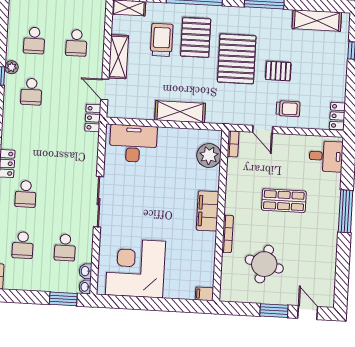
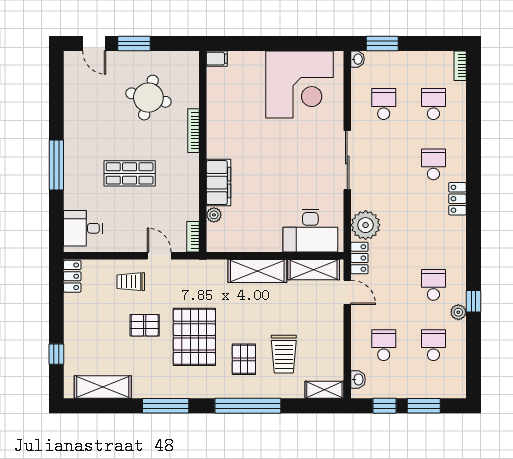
pallet: (196, 37) -> (244, 359), width x0.67, depth x0.71
shelving: (118, 57) -> (314, 270), moved, turned 90
plant: (86, 146) -> (366, 225), added
plant: (209, 156) -> (214, 215), width x0.53, depth x0.53
filing cabinet: (208, 211) -> (218, 183), moved
washbasin: (85, 271) -> (358, 379), moved

